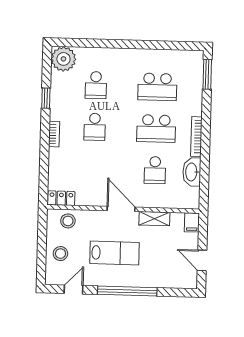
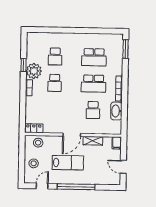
plant: (63, 59) -> (34, 71), moved
door: (121, 209) -> (72, 135), swing flipped

